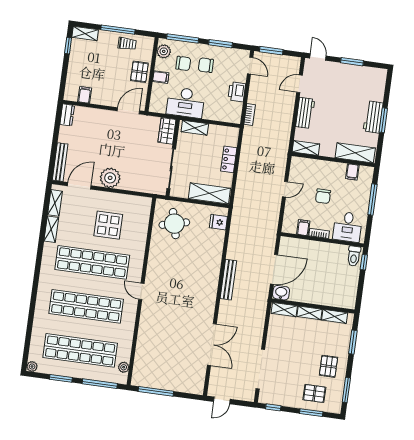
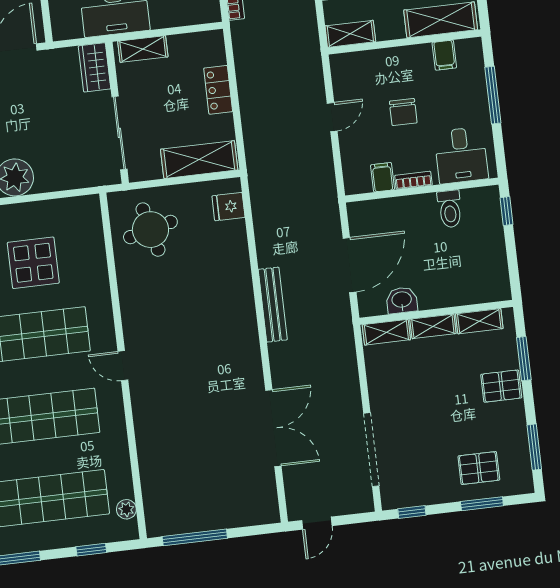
toilet: (354, 256) -> (450, 209), moved
washbasin: (281, 293) -> (402, 300), moved
pallet: (328, 366) -> (501, 386), moved, turned 90
window: (100, 384) -> (91, 550), width x0.46

